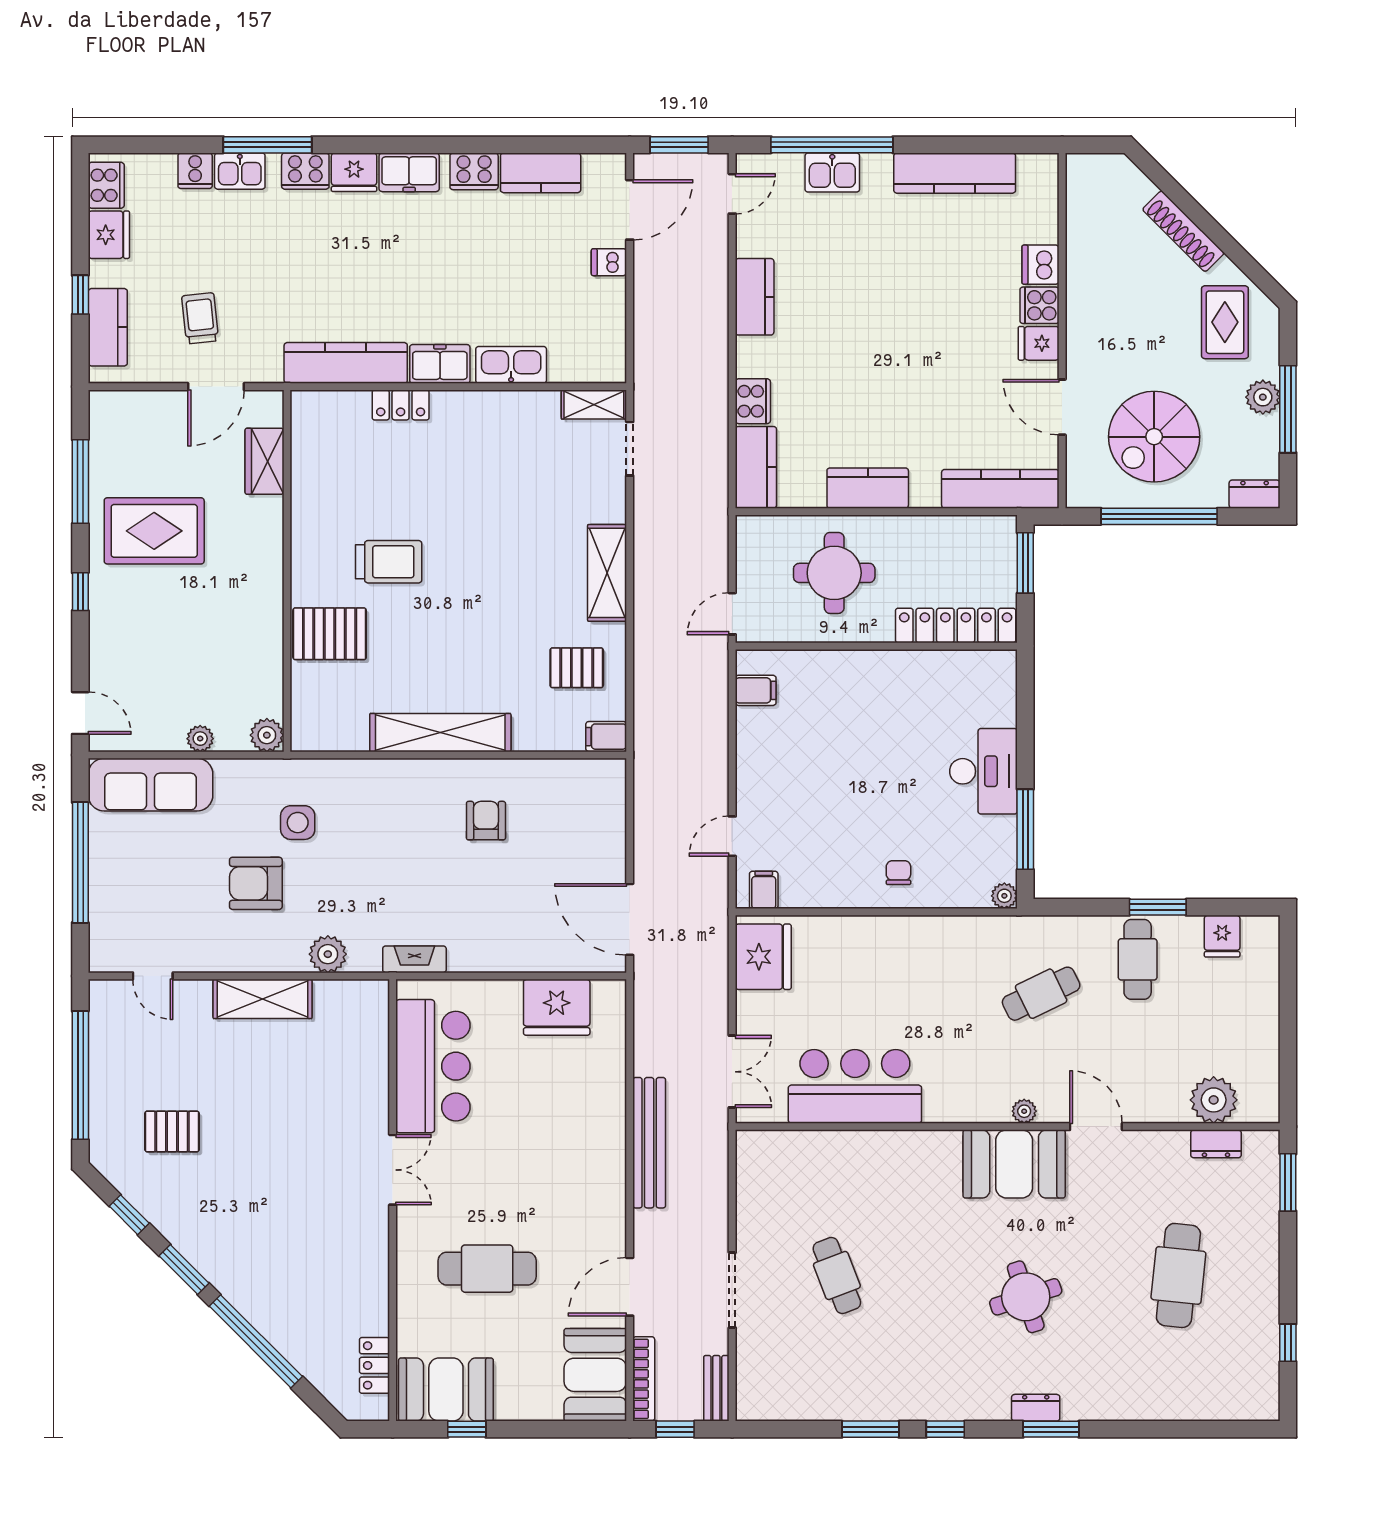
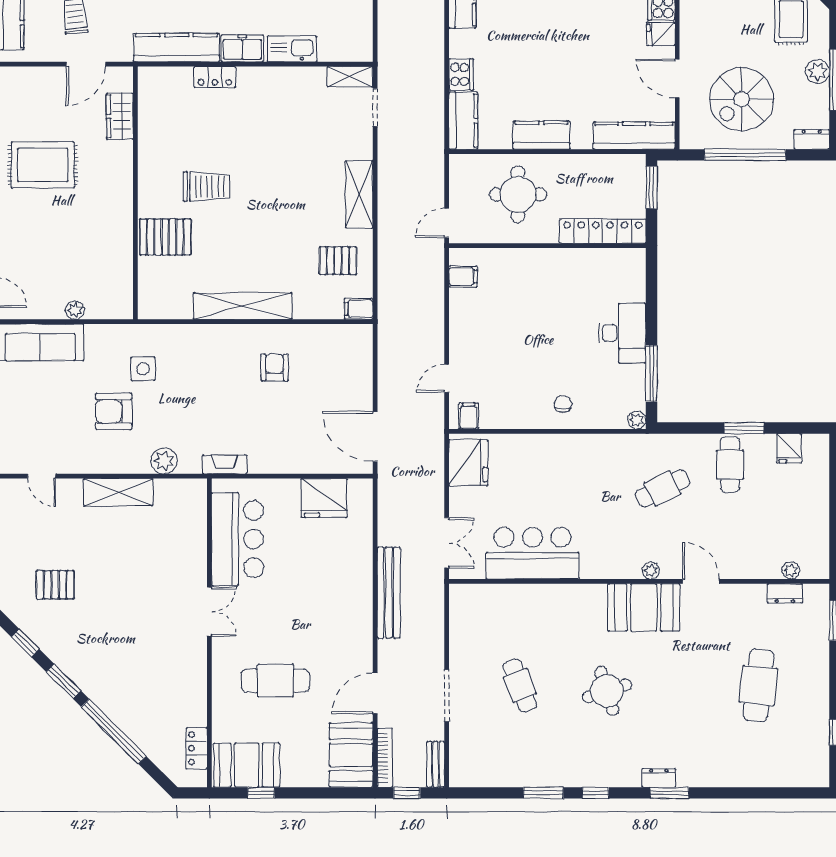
plant: (267, 735) -> (121, 308), removed
plant: (1214, 1100) -> (791, 570), width x0.53, depth x0.53
round table: (1026, 1297) -> (607, 691), moved

